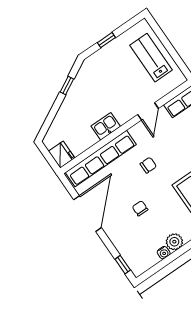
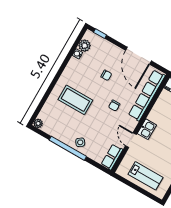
kitchen sink: (106, 126) -> (147, 129), moved
plant: (174, 242) -> (85, 46), moved

